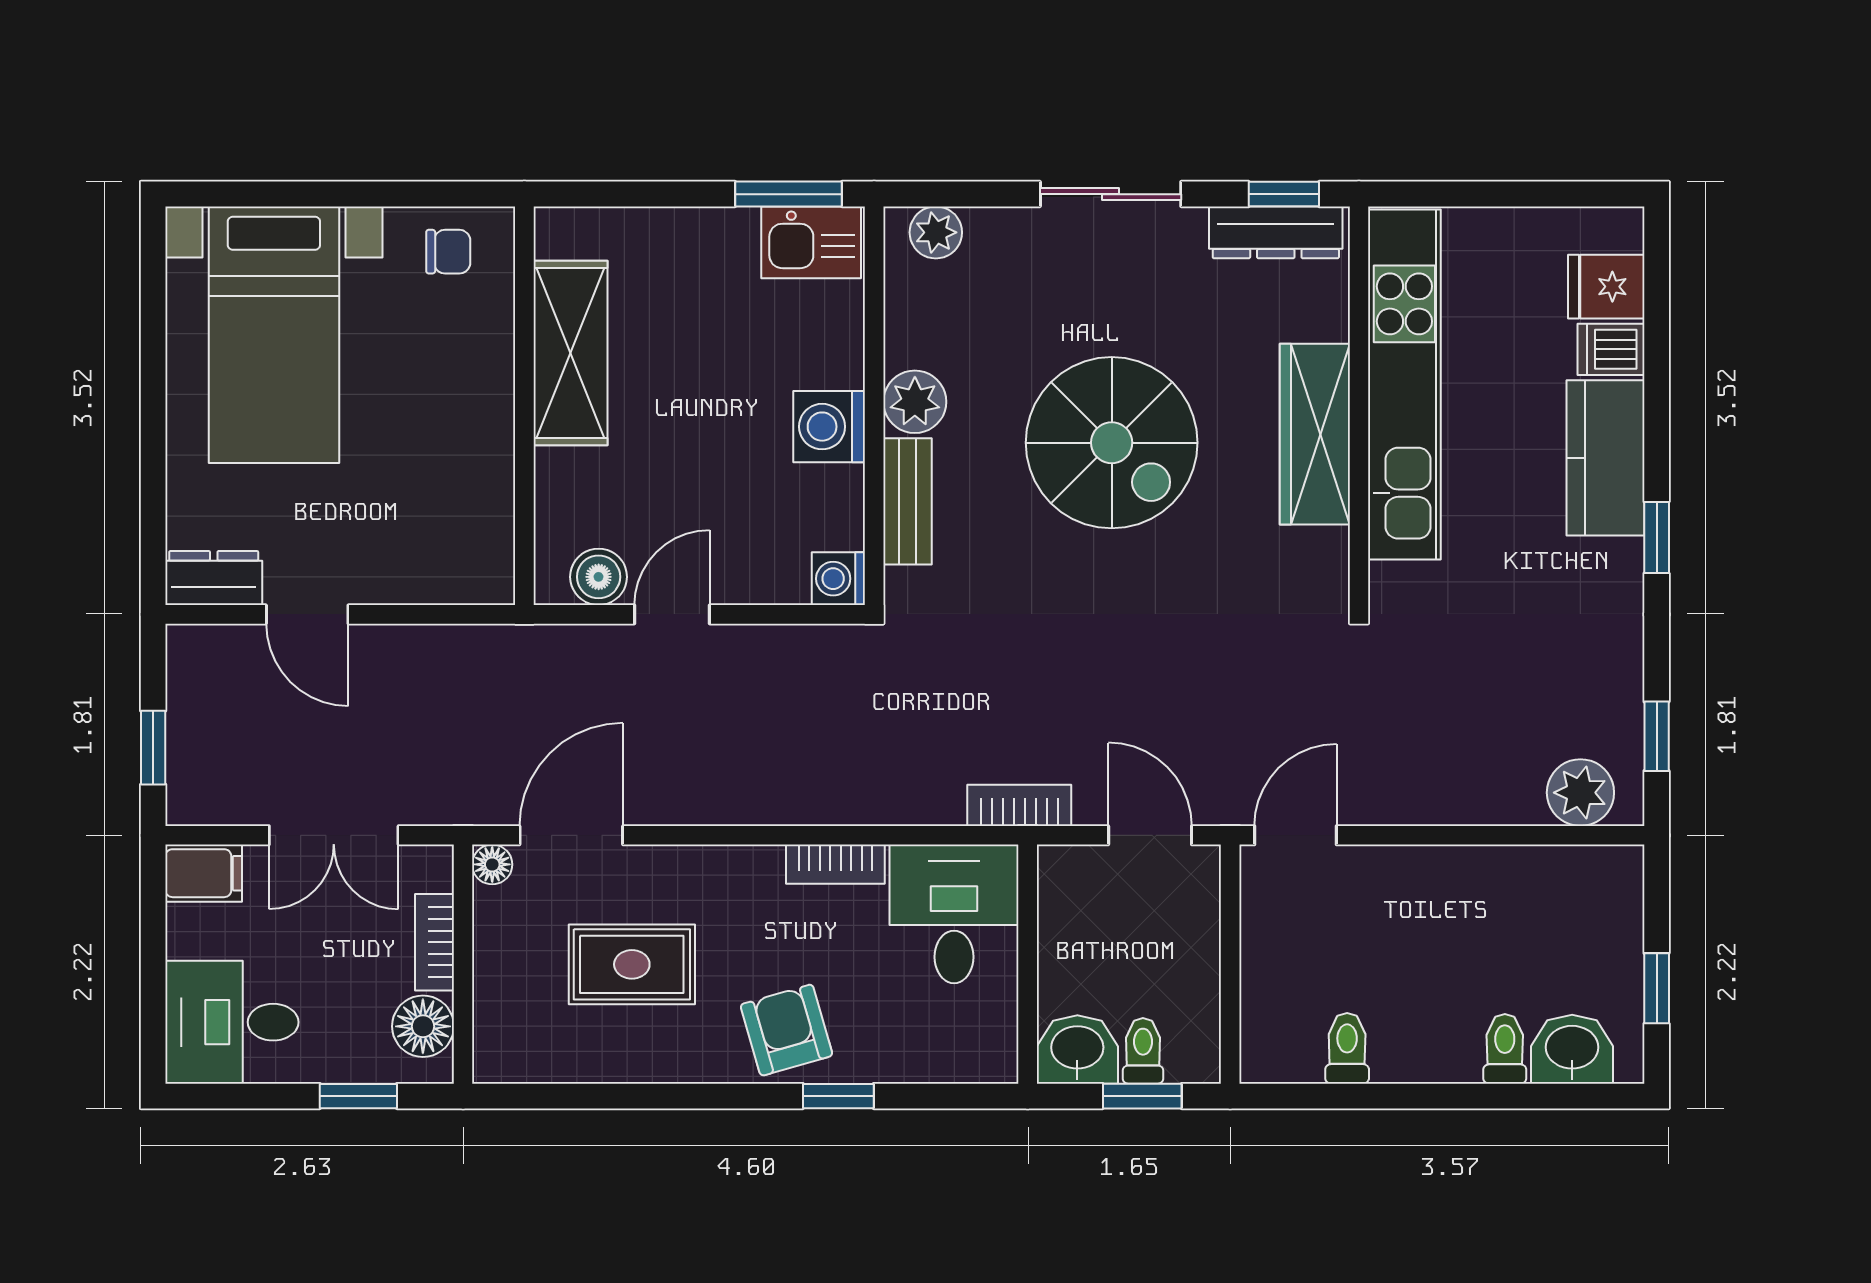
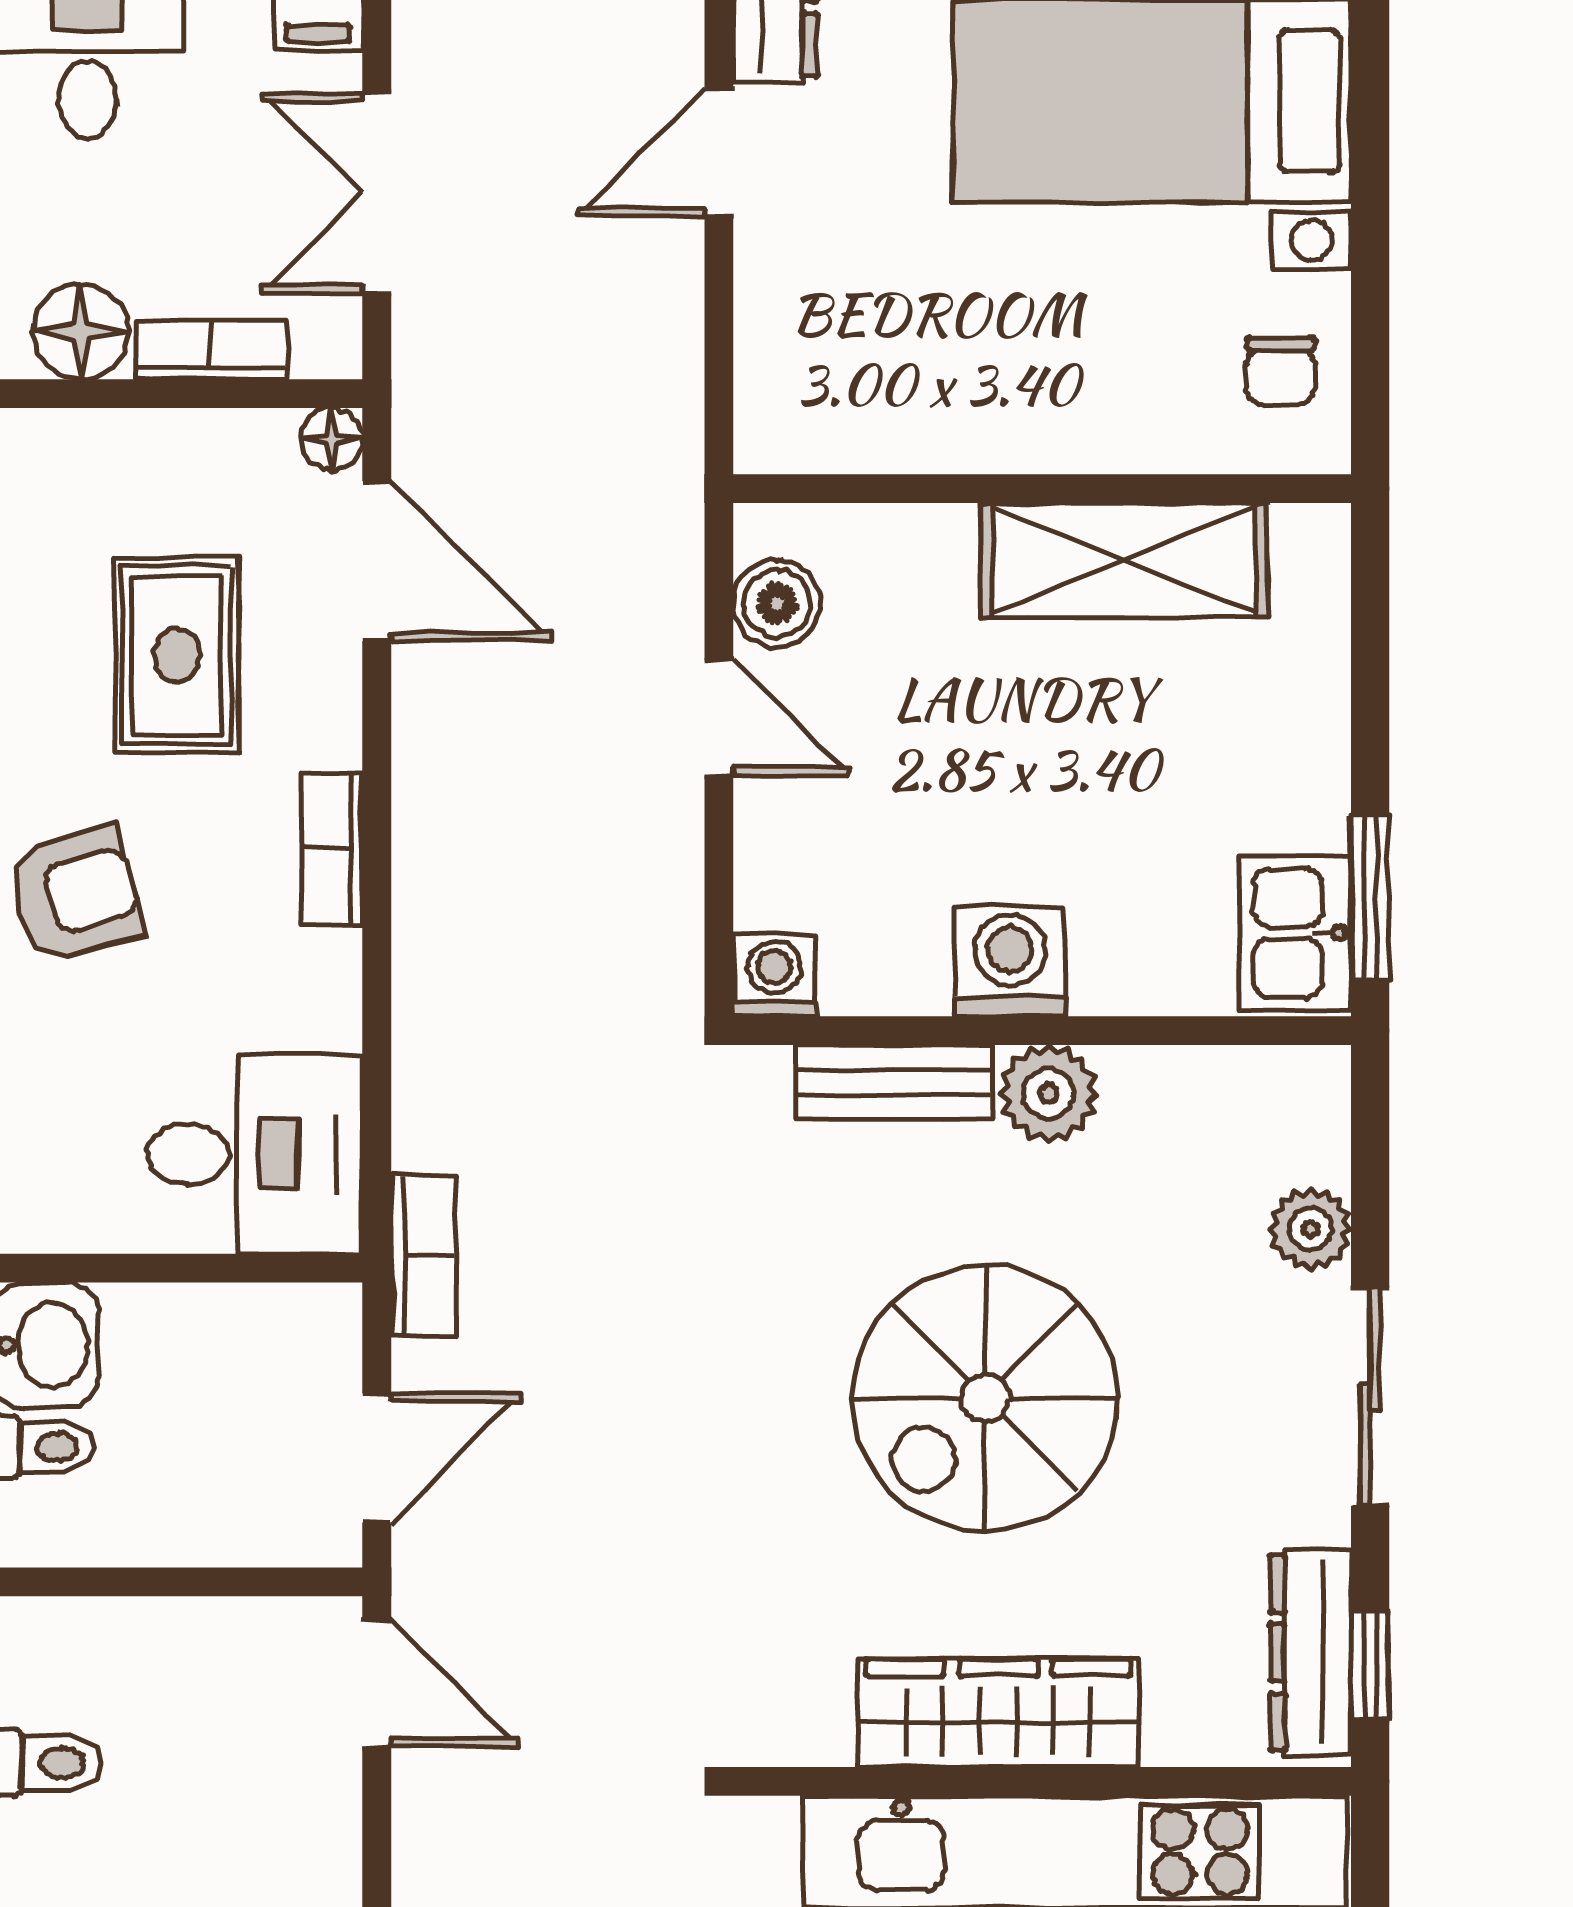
plant: (936, 232) -> (1311, 1229), moved
bookcase: (835, 864) -> (332, 849), moved

